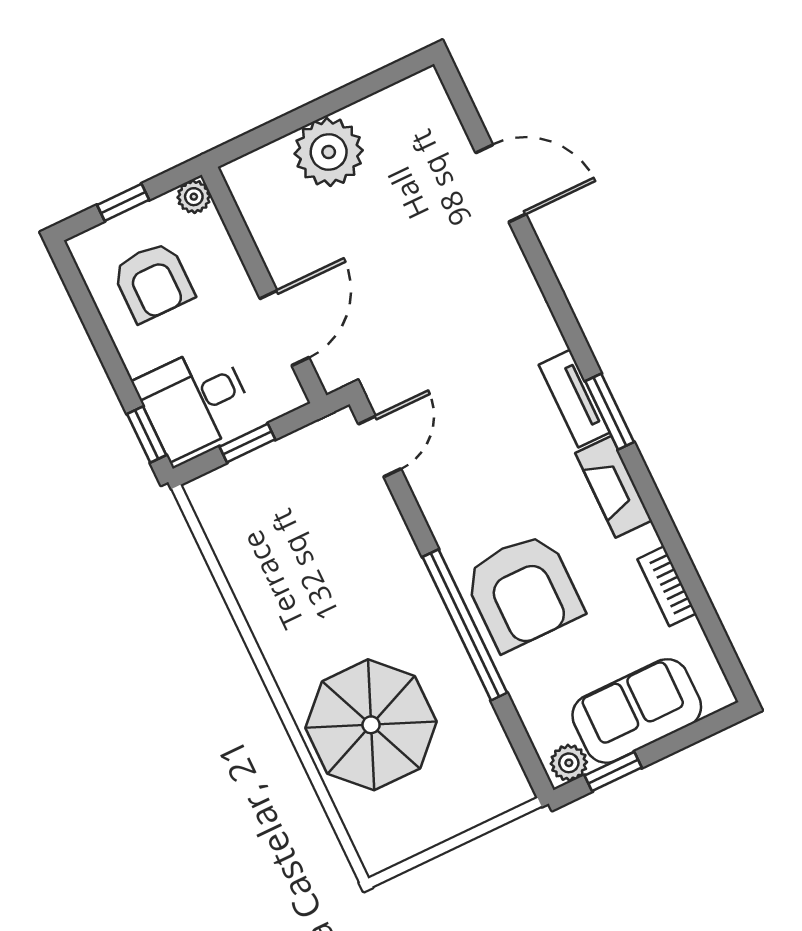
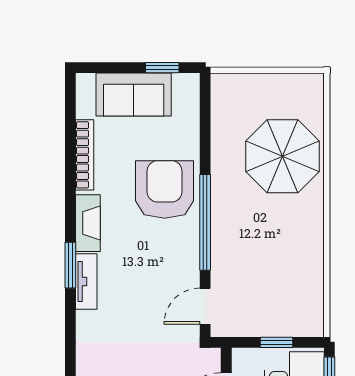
bookcase: (667, 586) -> (85, 155), width x1.56
window: (465, 625) -> (205, 222), moved
plant: (569, 763) -> (184, 84), removed

